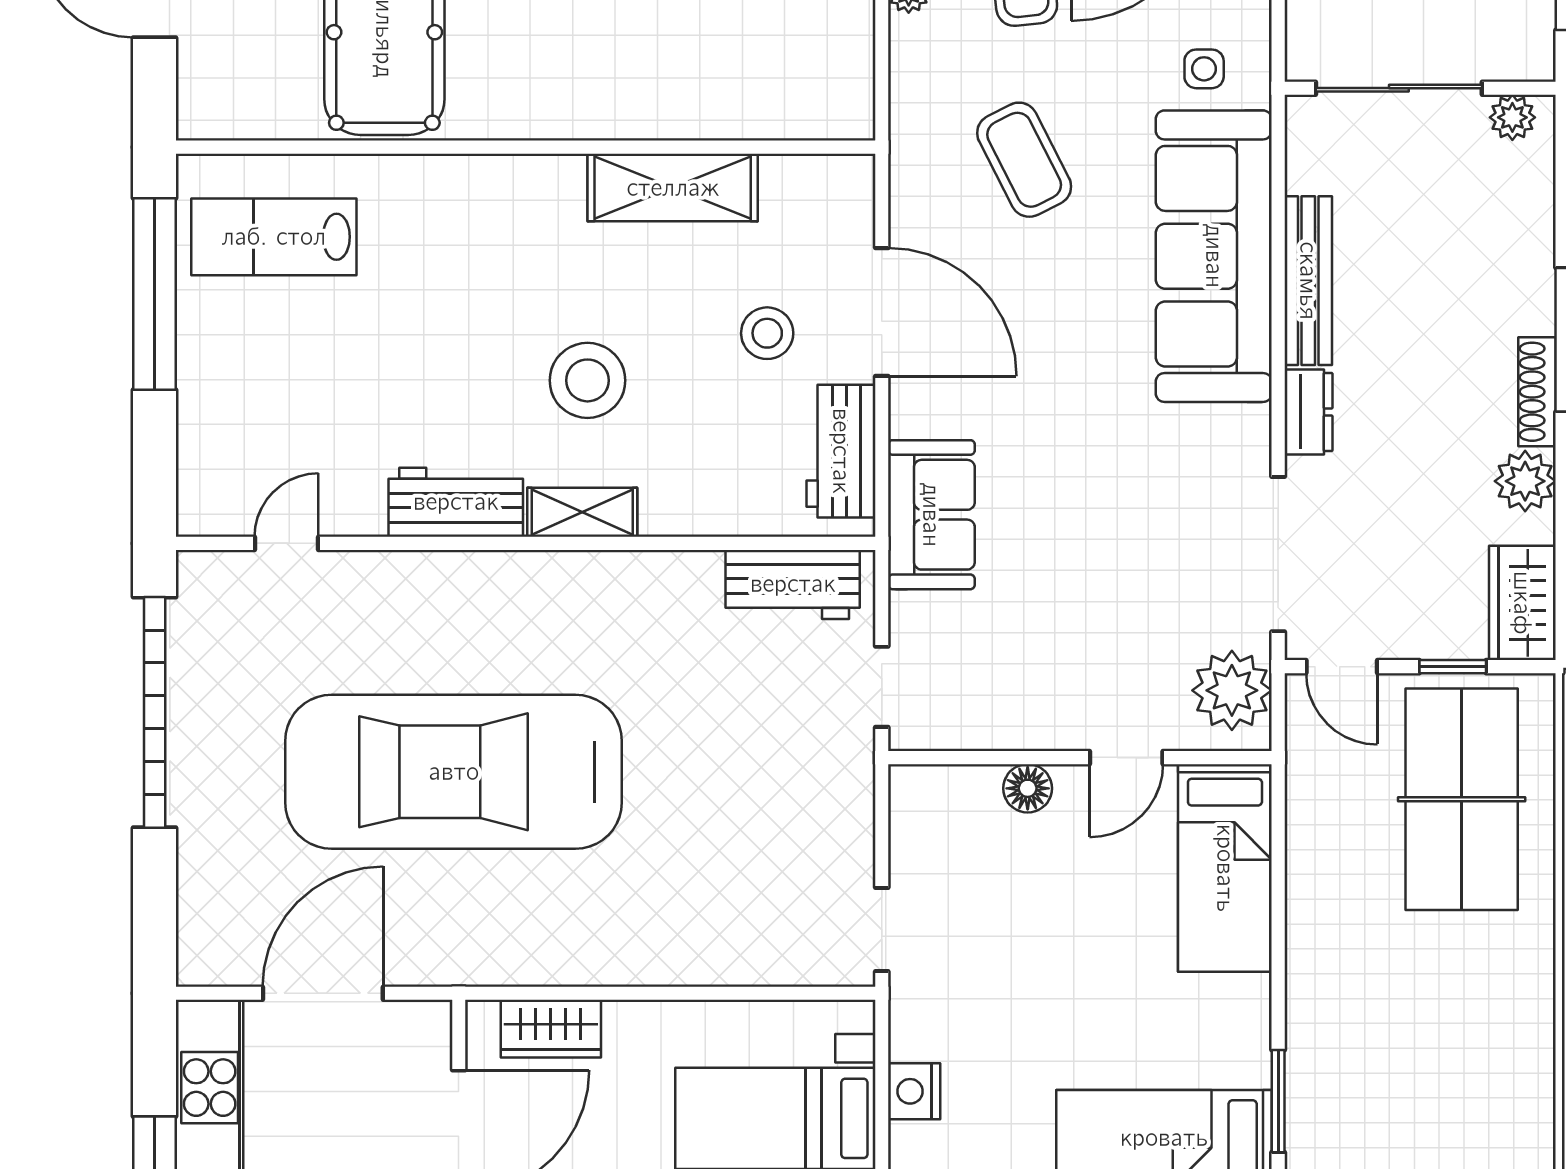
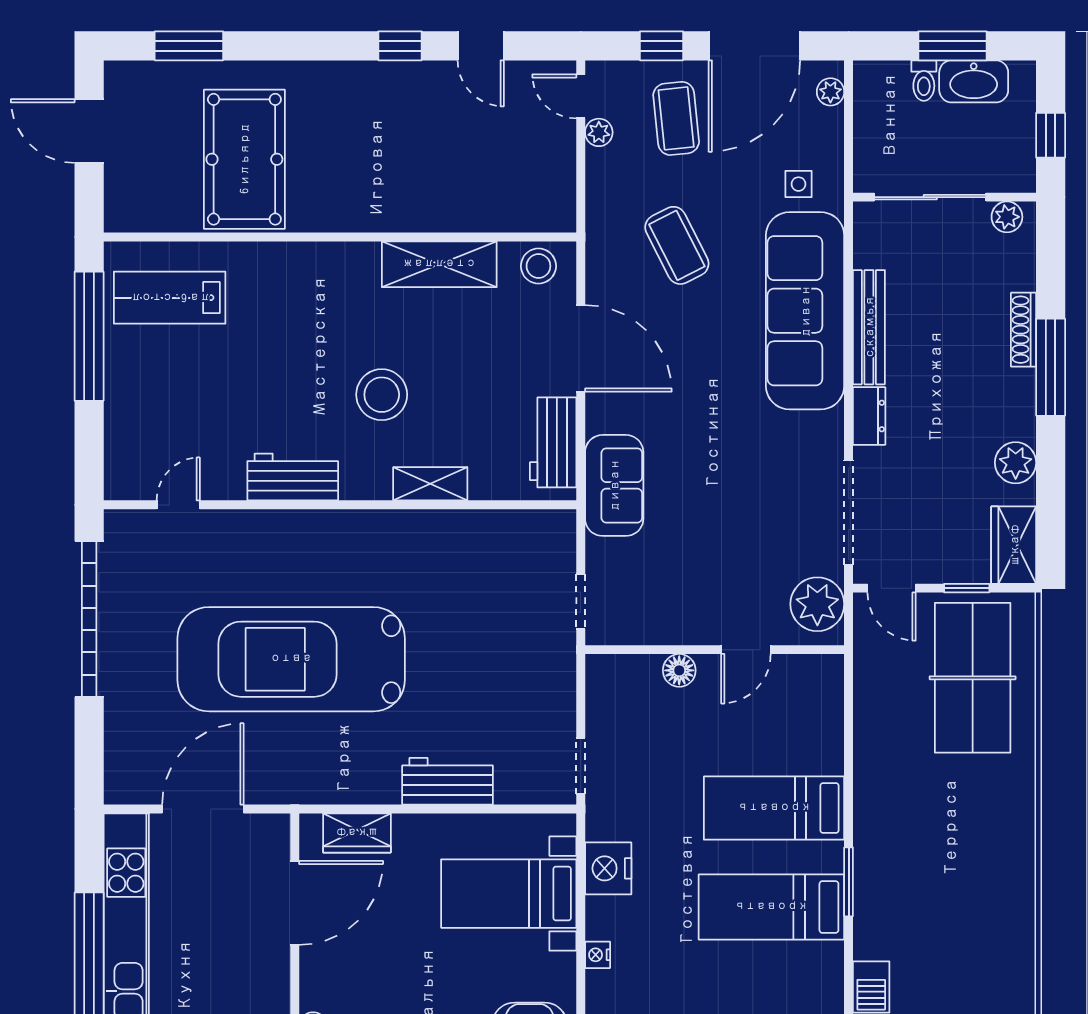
stool: (767, 333) -> (538, 266), moved
shoe rack: (1537, 392) -> (1024, 330), moved
shelving: (582, 512) -> (430, 484), moved
workbench: (793, 584) -> (447, 781), moved, turned 180
bed: (1225, 868) -> (774, 808), moved, turned 90
nightstand: (914, 1091) -> (608, 868), width x1.36, depth x1.33

